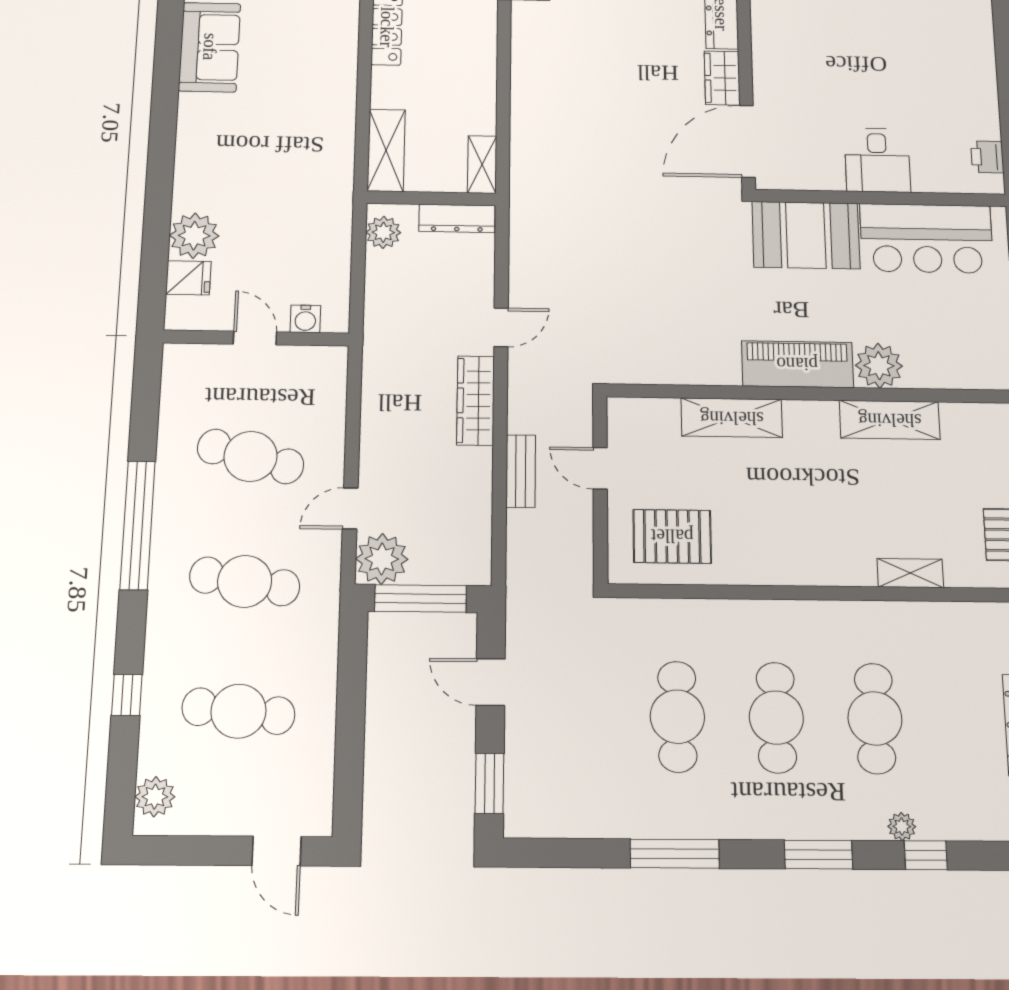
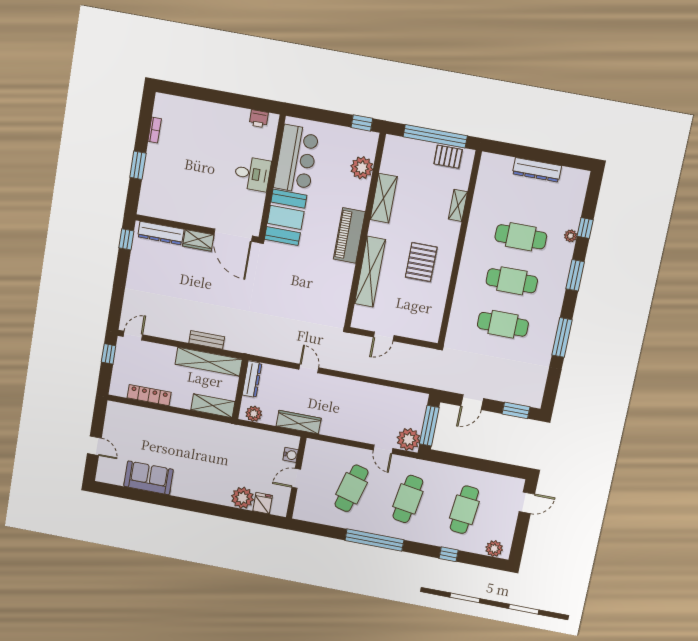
shelving: (482, 164) -> (209, 362), width x2.20, depth x1.33
plant: (879, 366) -> (362, 168), moved
wardrobe: (475, 401) -> (299, 422), moved, turned 180
shelving: (732, 418) -> (370, 272), width x1.47
bench: (521, 471) -> (207, 340), moved
pallet: (672, 536) -> (421, 262), moved

